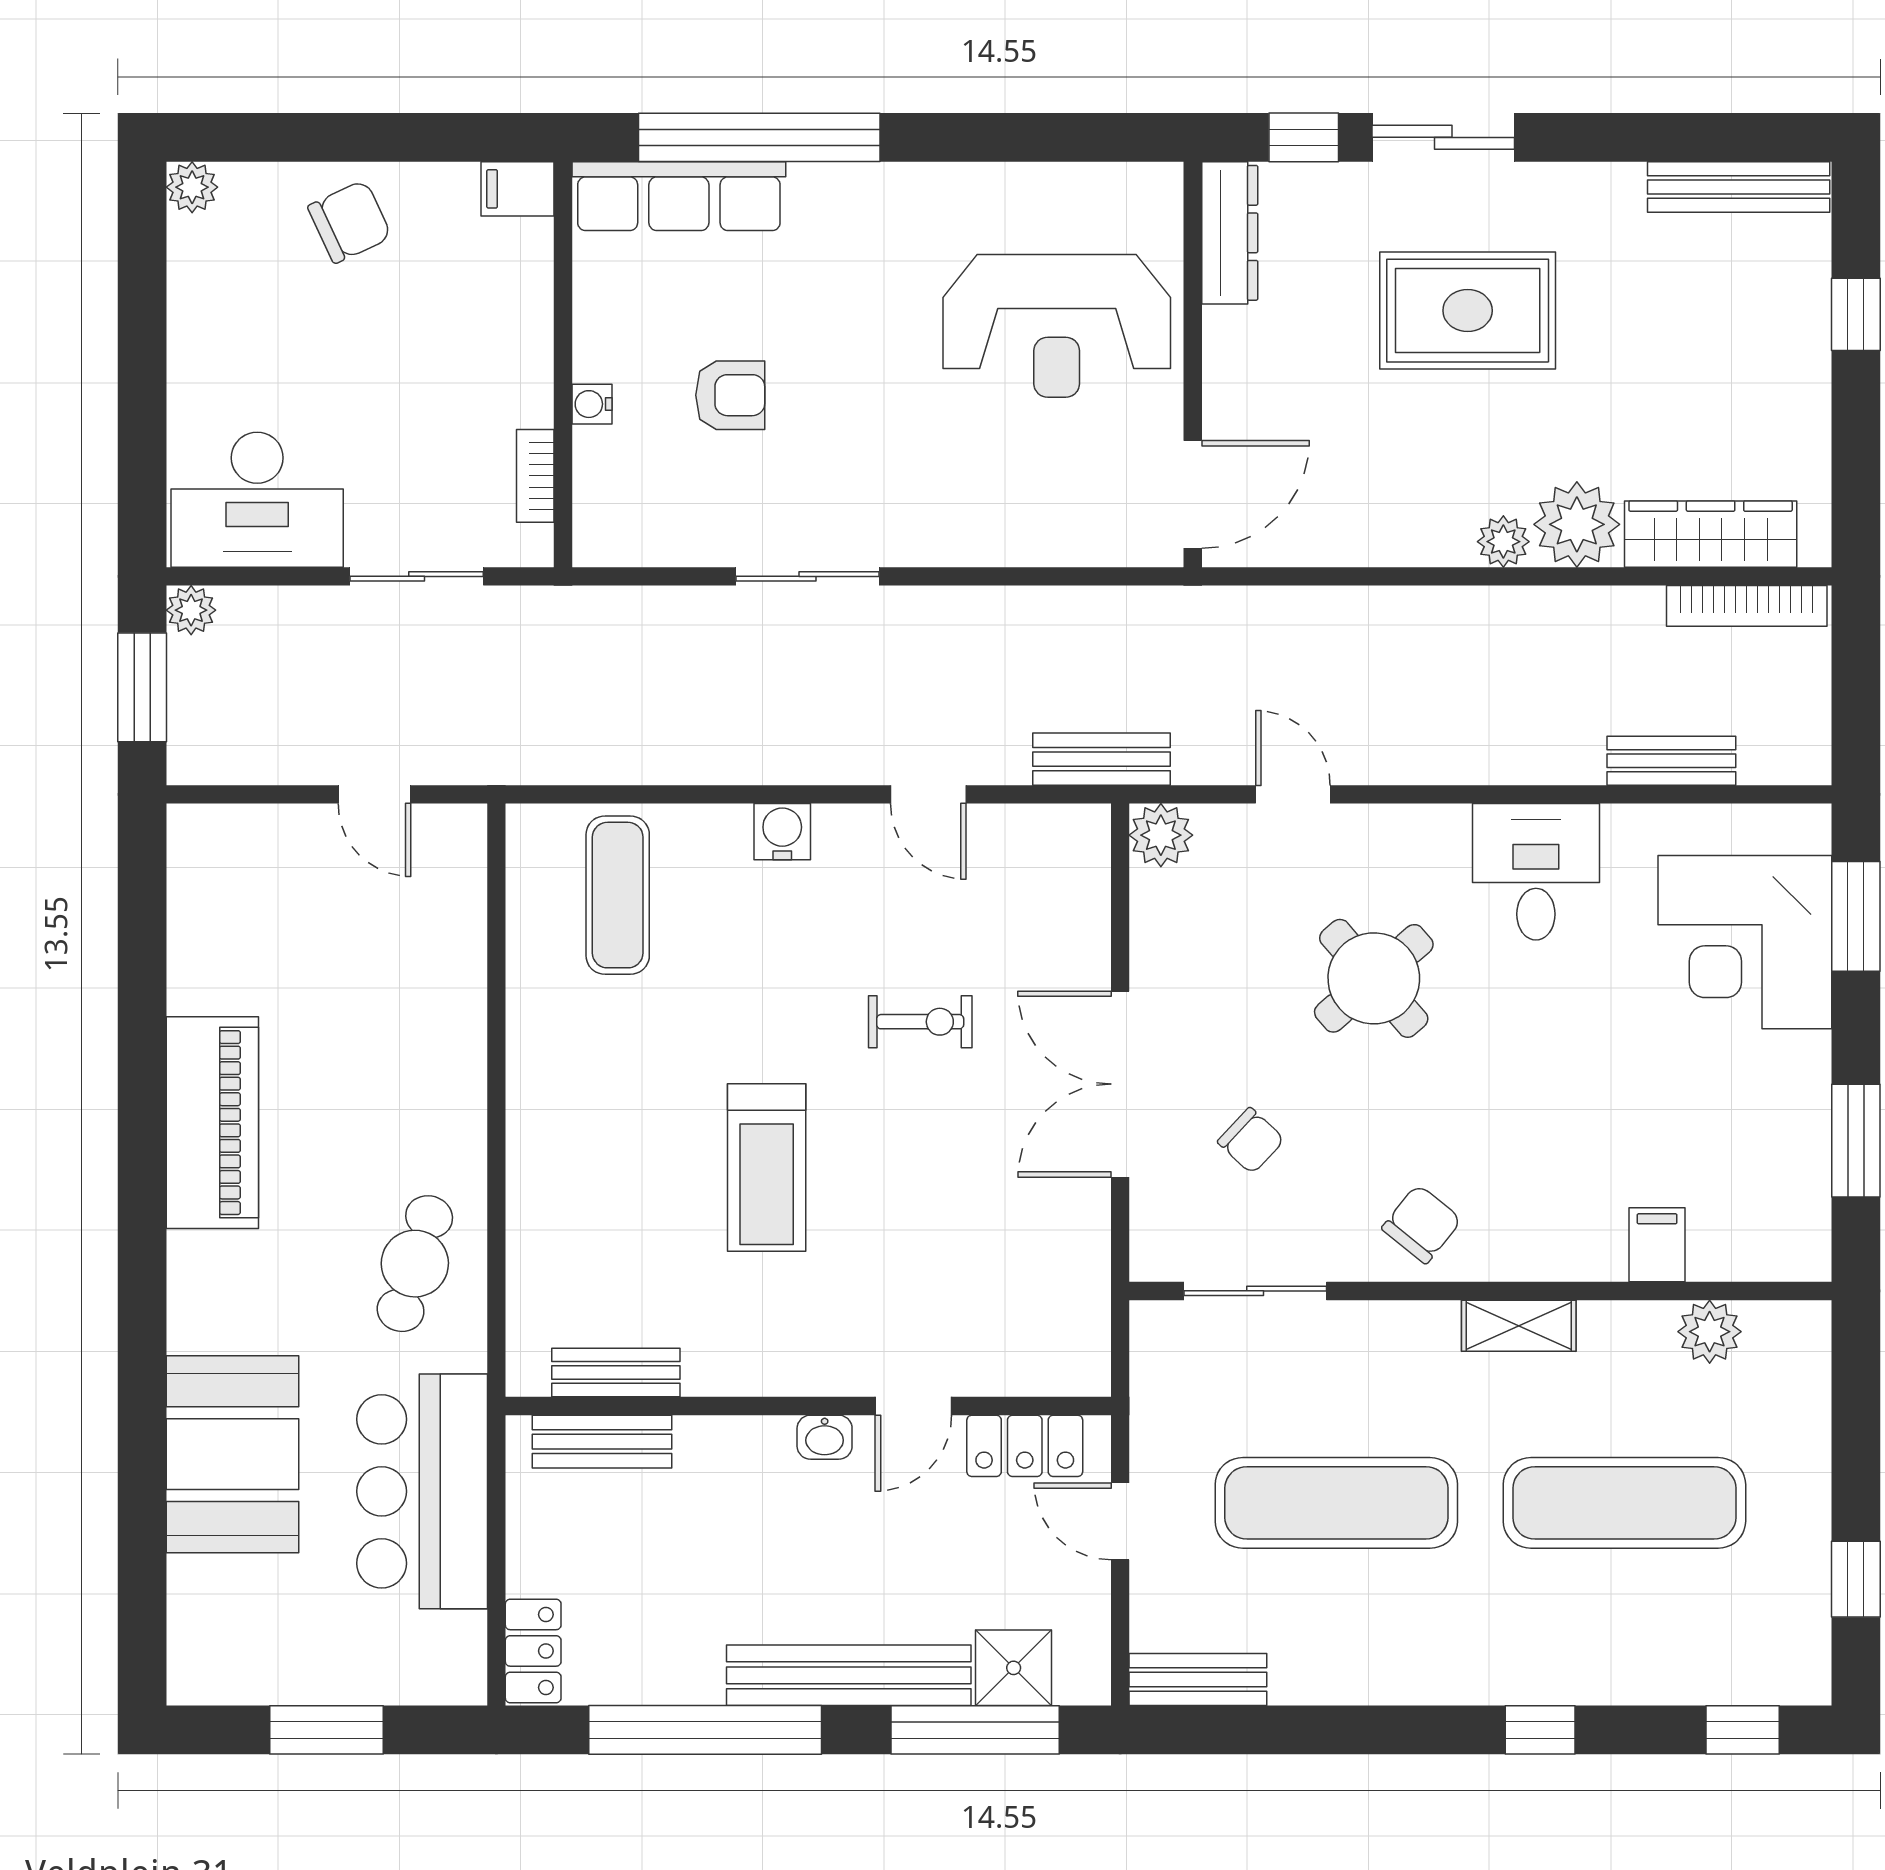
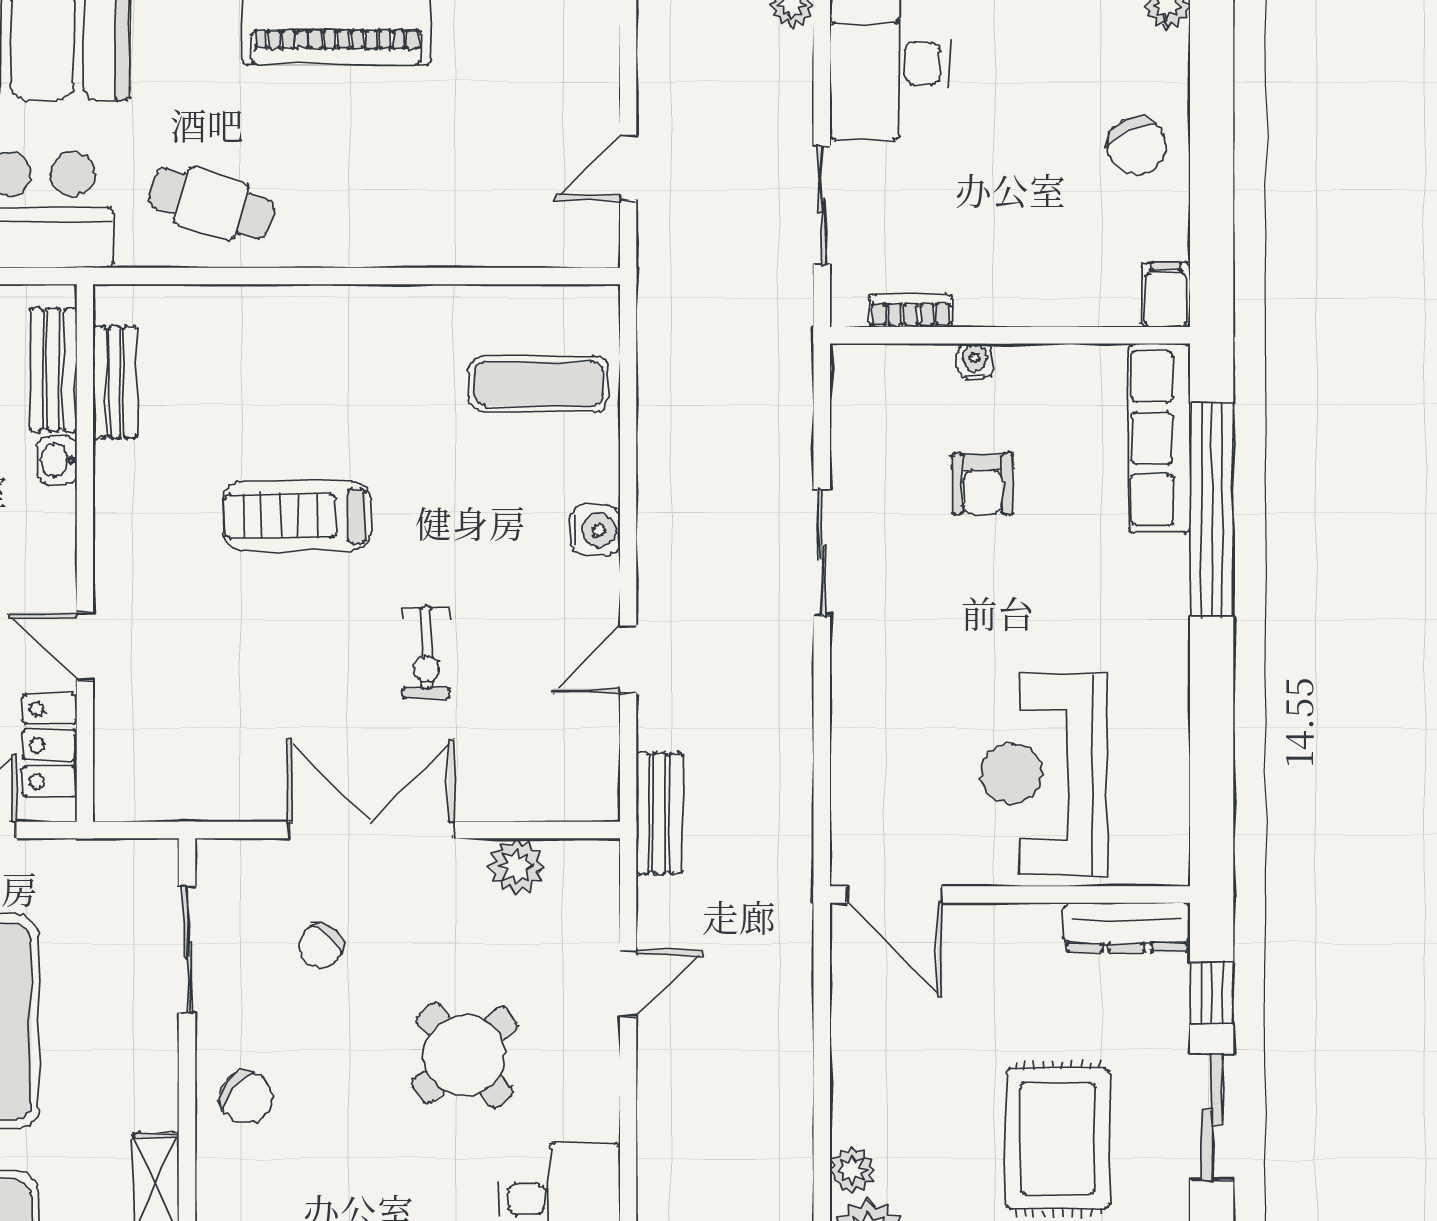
plant: (1161, 835) -> (516, 866), moved
washbasin: (825, 1437) -> (57, 460), moved

